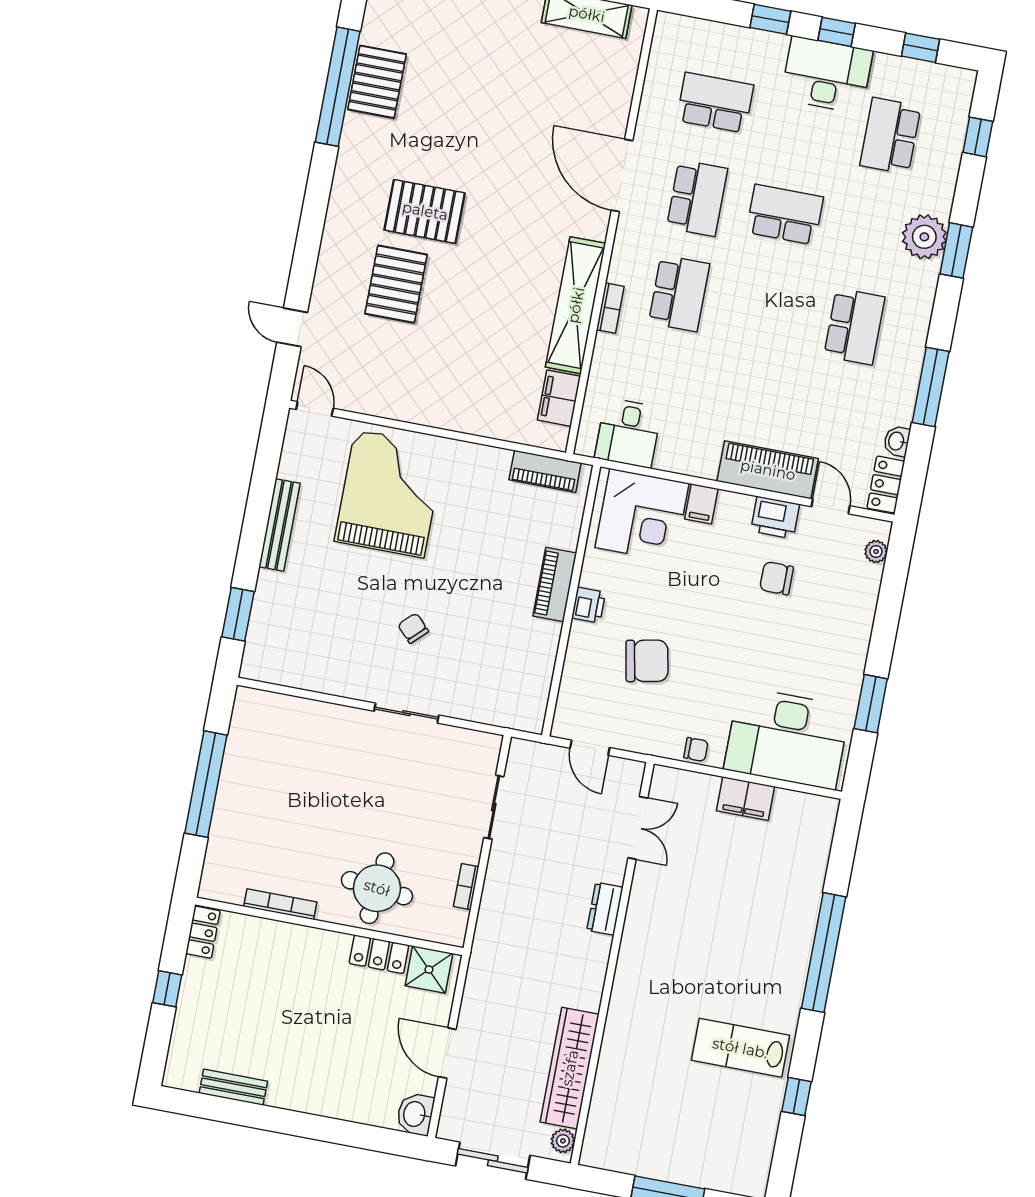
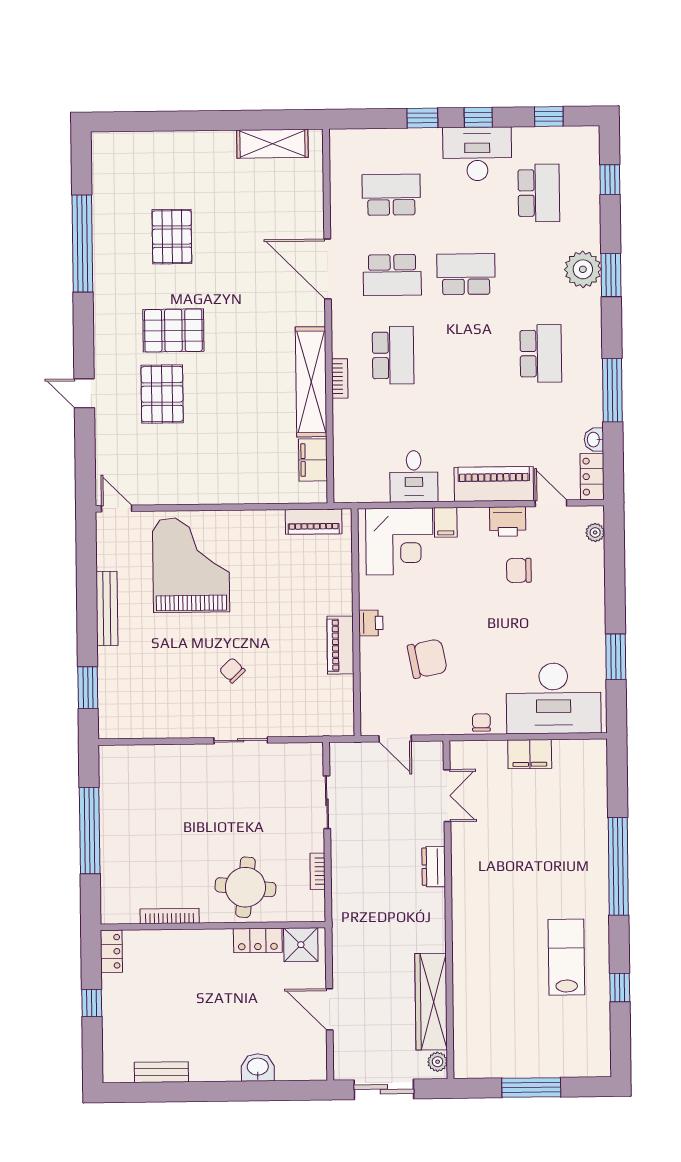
pallet: (377, 82) -> (172, 237), moved
school desk: (890, 136) -> (539, 193), turned 180
school desk: (697, 198) -> (392, 275), turned 90
door: (292, 327) -> (84, 393), moved
desk: (628, 433) -> (414, 476), moved
piano: (555, 585) -> (340, 645), moved
chair: (696, 749) -> (481, 722), turned -90
lab bench: (740, 1048) -> (566, 957), turned 90
washbasin: (415, 1114) -> (258, 1067), moved, turned 90

